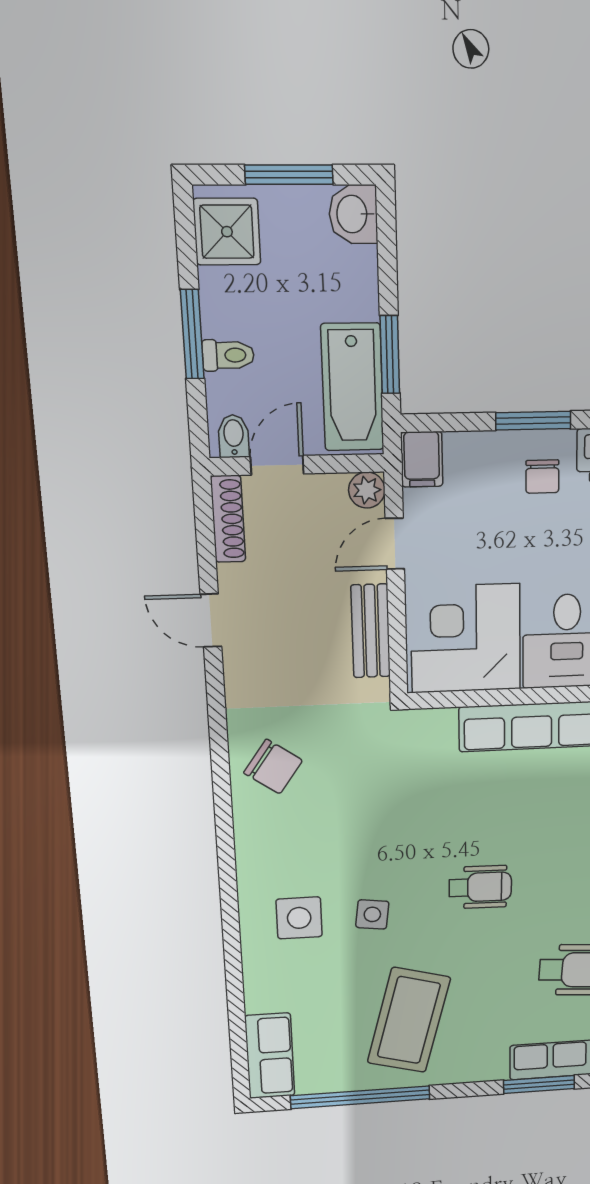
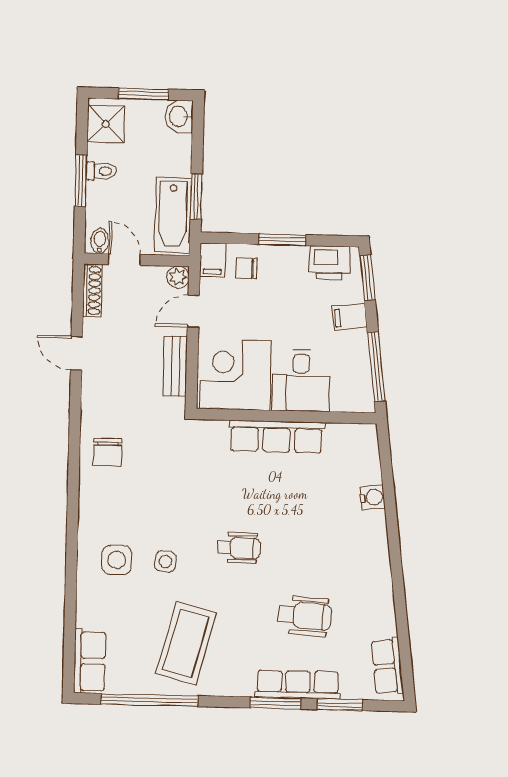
toilet: (228, 355) -> (101, 171), moved
door: (277, 465) -> (124, 259), hinge flipped
chair: (542, 477) -> (246, 268), moved, turned 90
chair: (273, 767) -> (107, 452), turned 55

